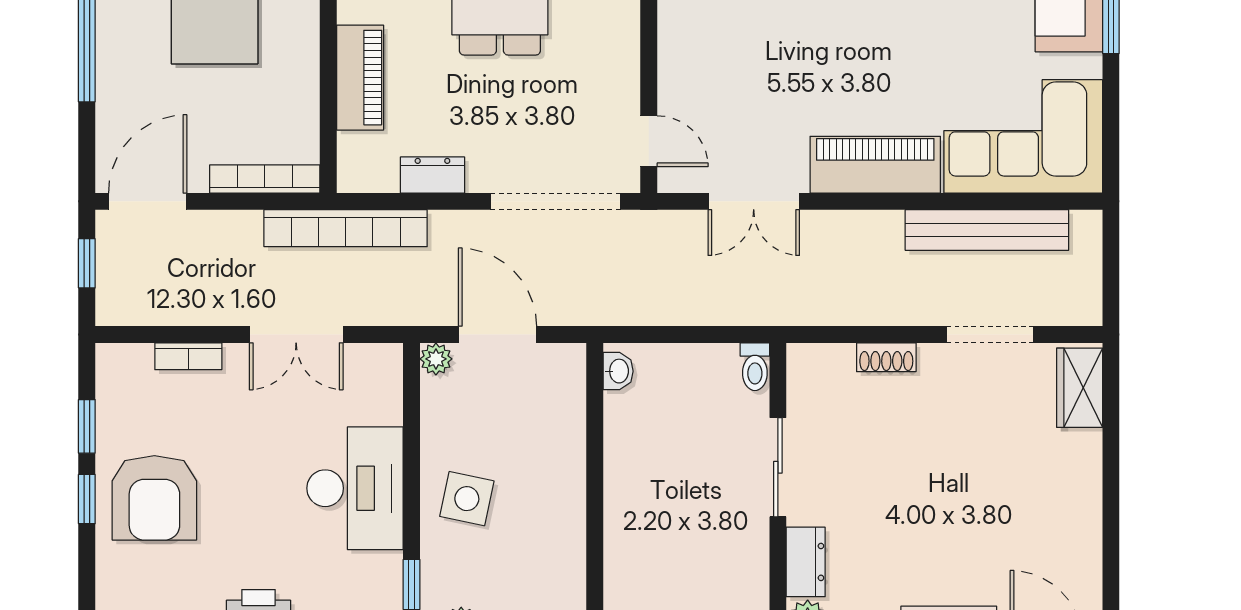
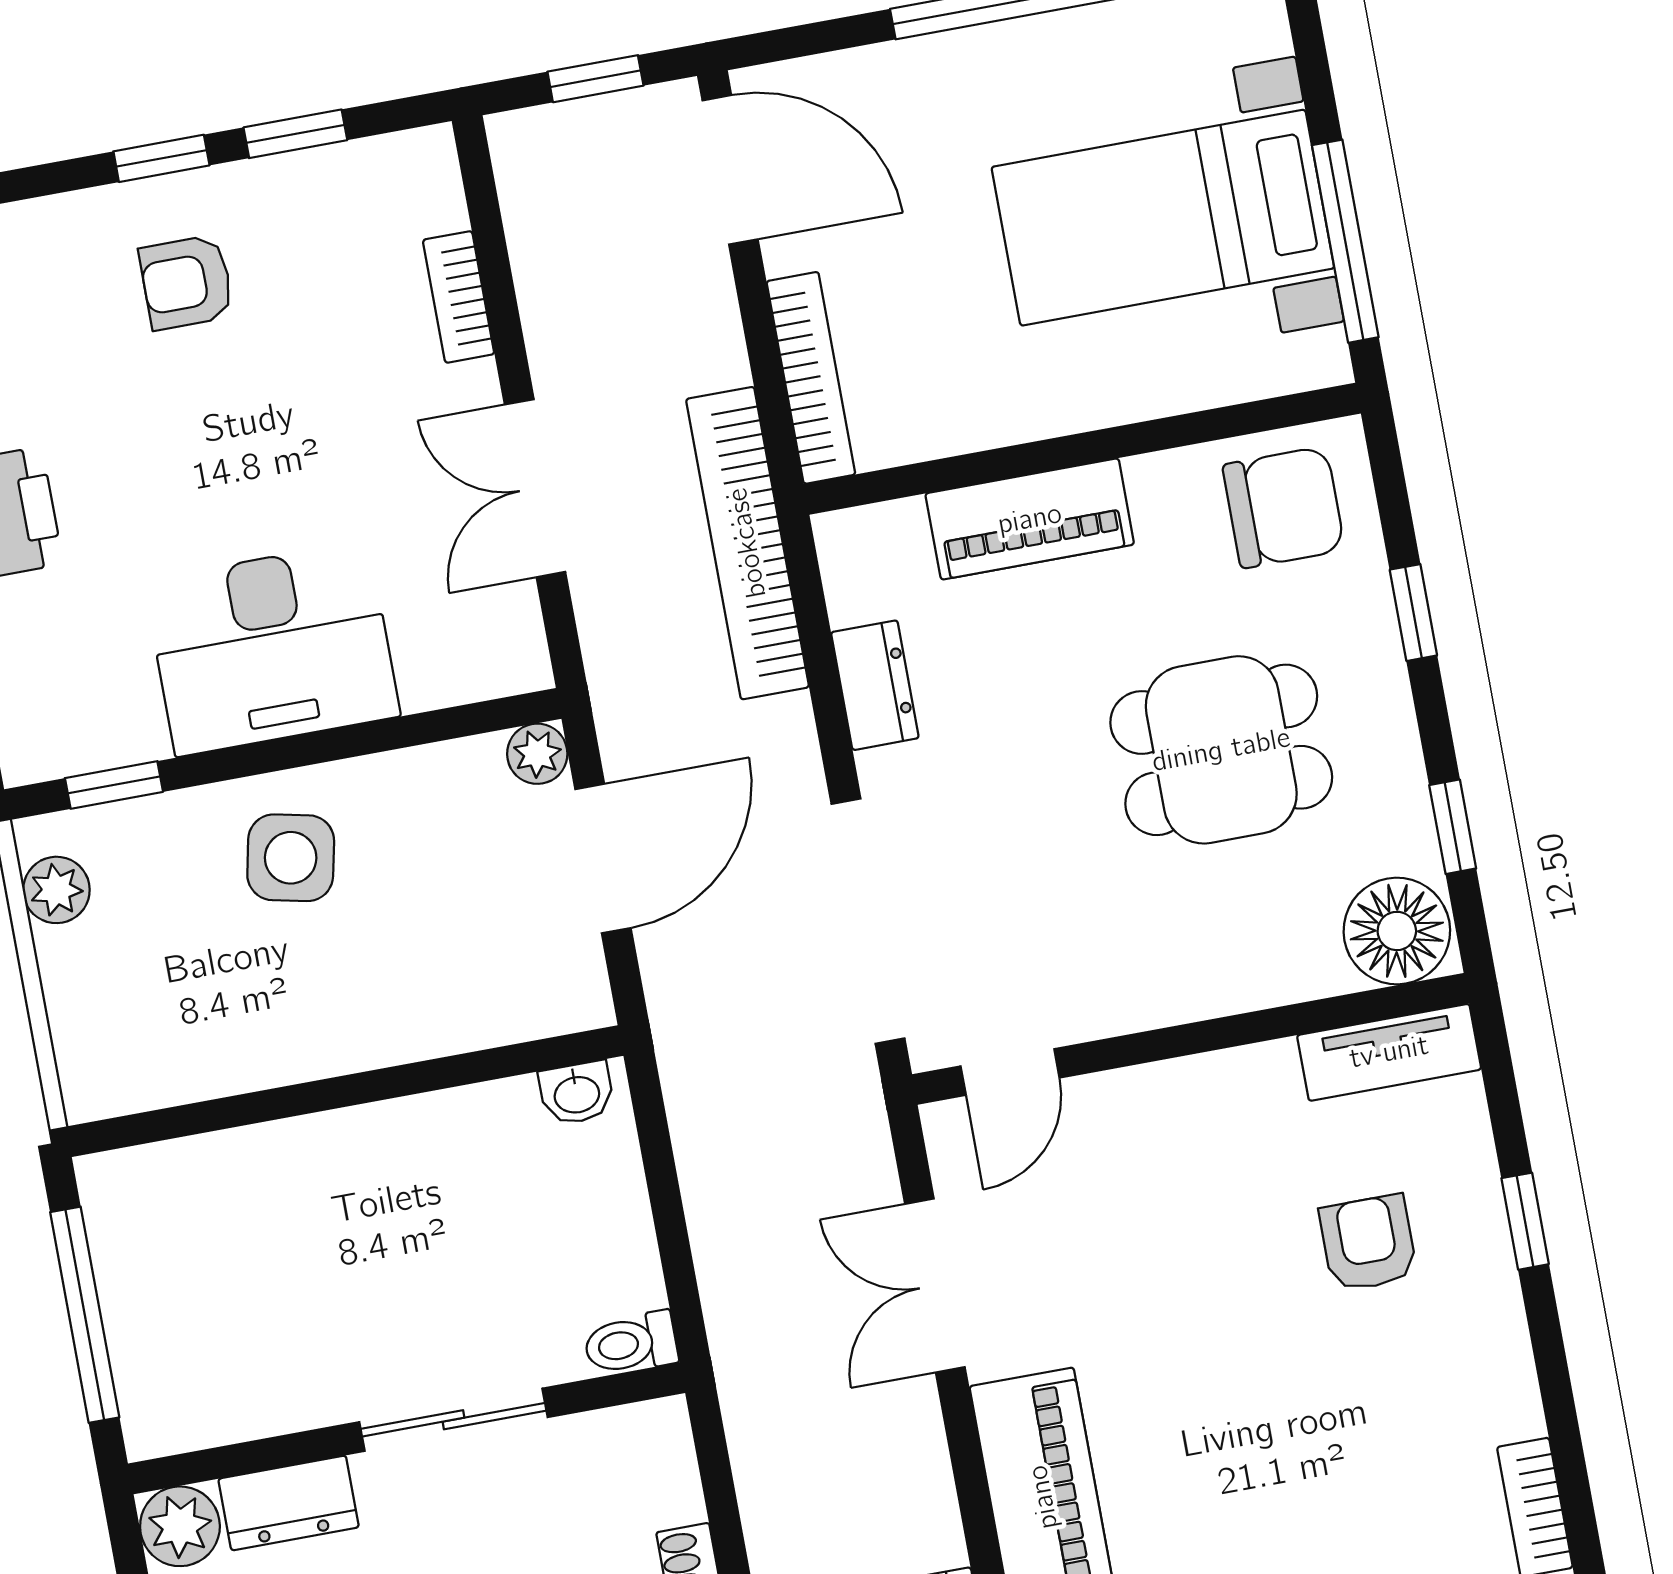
armchair: (154, 498) -> (186, 282), width x0.53, depth x0.53

